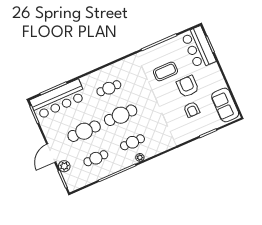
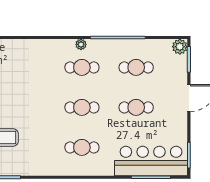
cafe table: (121, 115) -> (82, 107), width x0.73, depth x0.74
cafe table: (84, 131) -> (136, 107), width x0.73, depth x0.74
plant: (64, 166) -> (180, 47), moved

